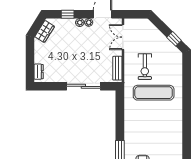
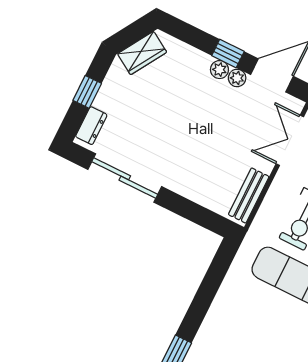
window: (68, 14) -> (228, 54), moved
window: (30, 59) -> (87, 92), added
sliding door: (83, 86) -> (125, 178), moved

